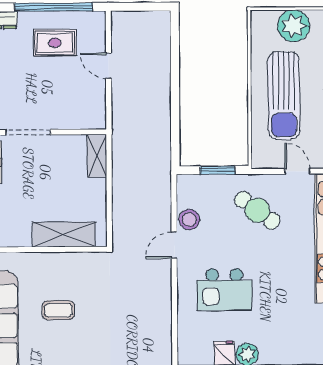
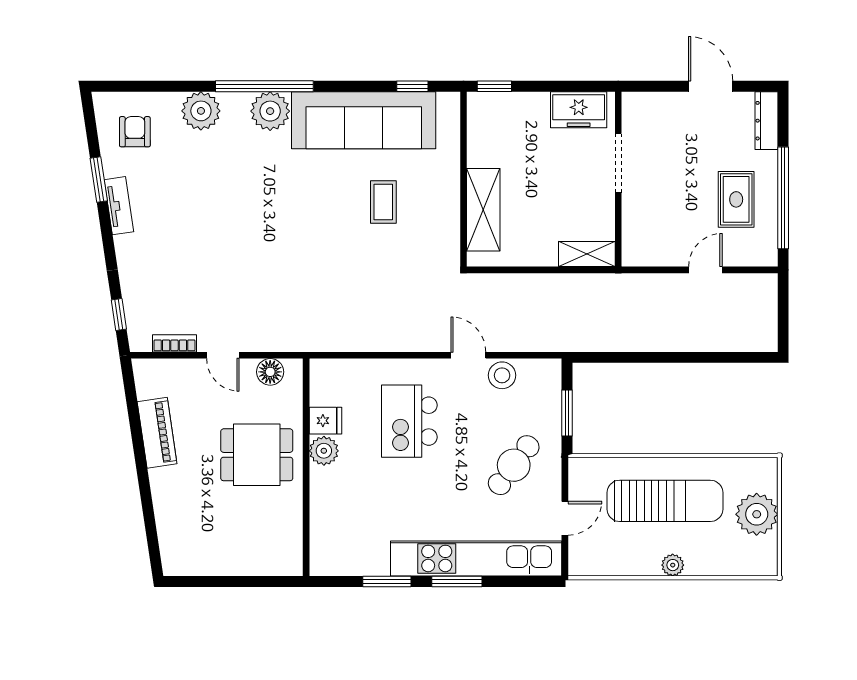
sun lounger: (284, 95) -> (665, 501), turned 180

